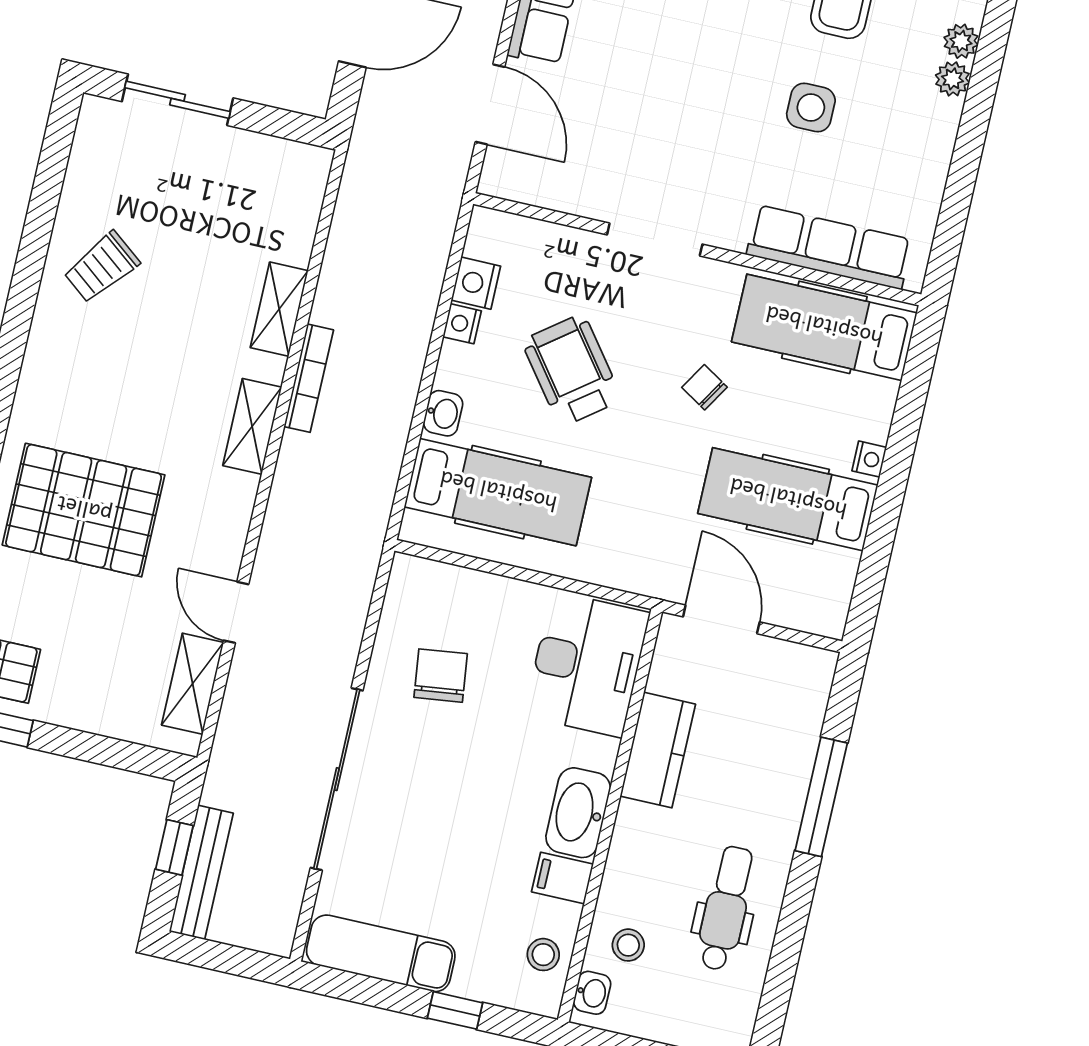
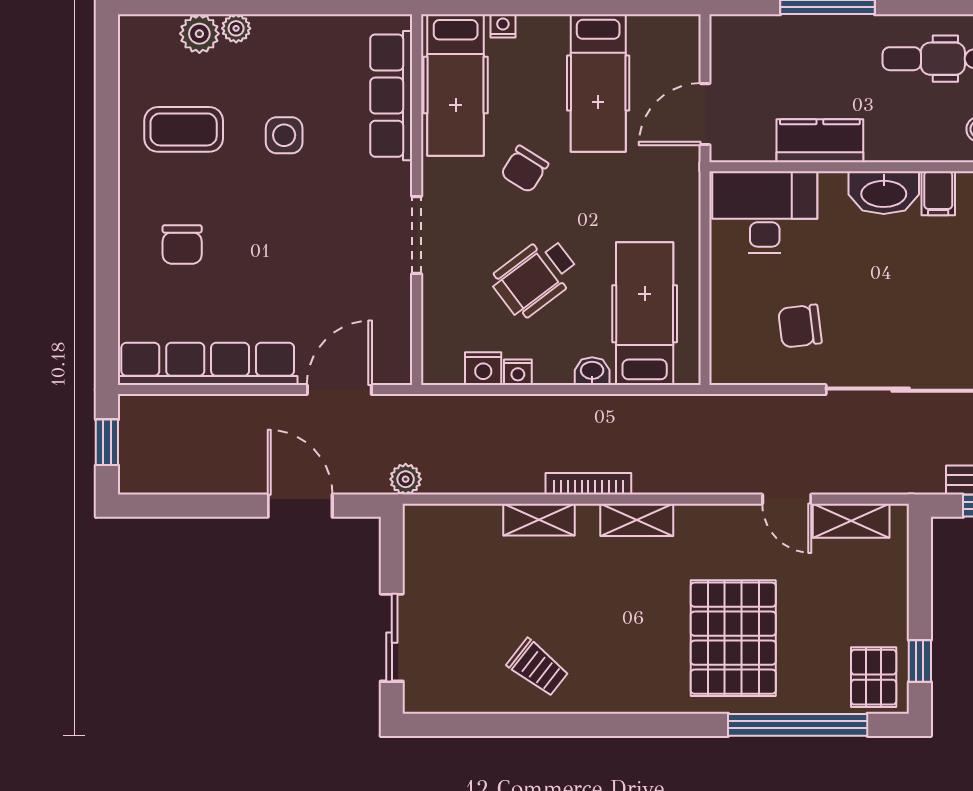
plant: (961, 41) -> (199, 34), width x1.38, depth x1.38
plant: (364, 160) -> (406, 479), added
chair: (704, 387) -> (525, 169), width x1.37, depth x1.37
nightstand: (869, 459) -> (503, 26), moved
door: (236, 612) -> (787, 499), hinge flipped

